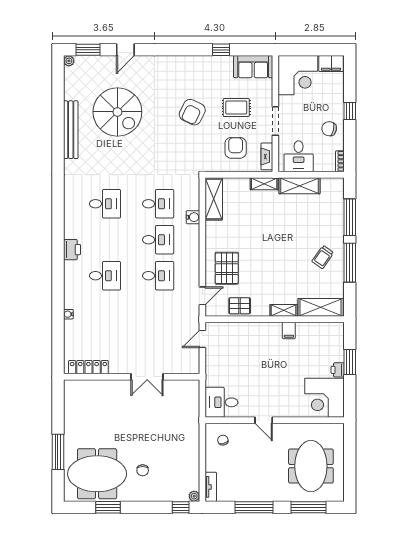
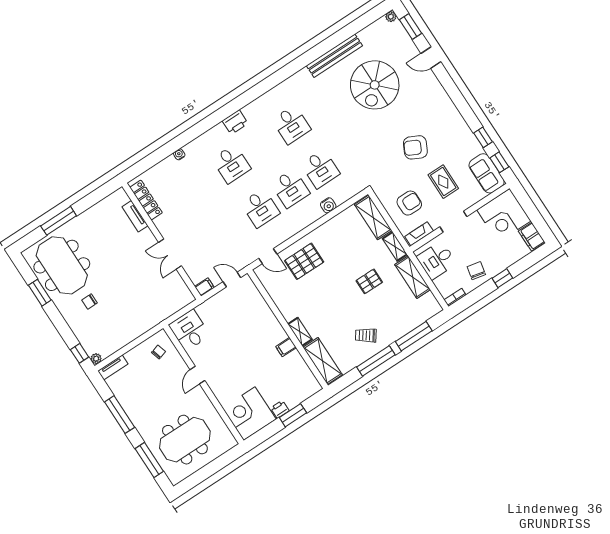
window: (251, 50) -> (499, 162), added
shelving: (214, 199) -> (373, 217), moved, turned 90
pallet: (240, 306) -> (369, 281), moved, turned 90
filing cabinet: (194, 366) -> (204, 287), added
tv unit: (96, 385) -> (135, 216), added

